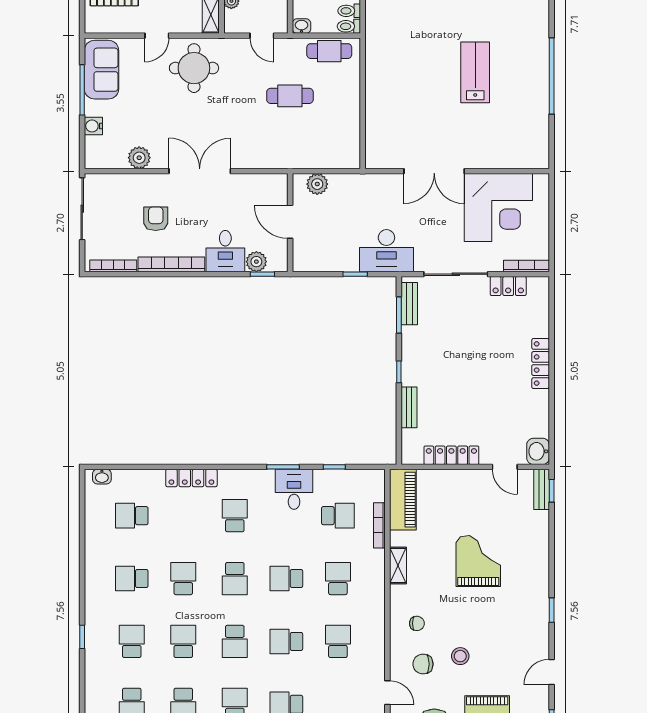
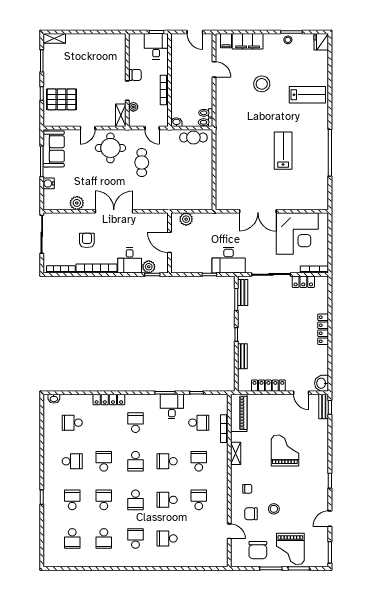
cafe table: (290, 96) -> (142, 163), moved, turned 90
school desk: (132, 579) -> (72, 461), turned 180

